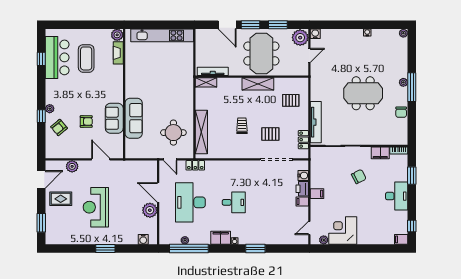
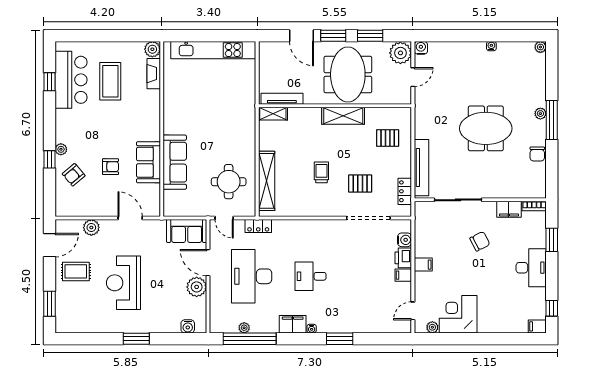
sofa: (142, 169) -> (187, 231), added
desk: (234, 202) -> (310, 276), turned 180

